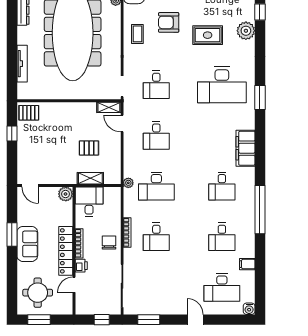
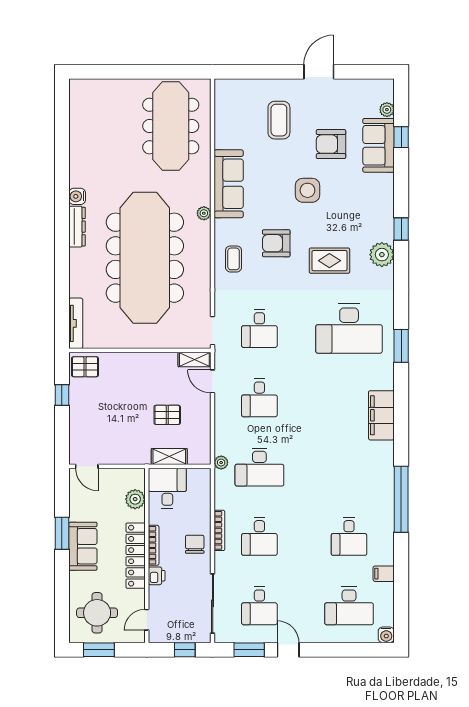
tv unit: (22, 64) -> (76, 323), moved
desk: (222, 186) -> (259, 606), moved
plant: (66, 194) -> (135, 499), moved
door: (74, 285) -> (147, 620), moved
door: (195, 320) -> (288, 650), moved

